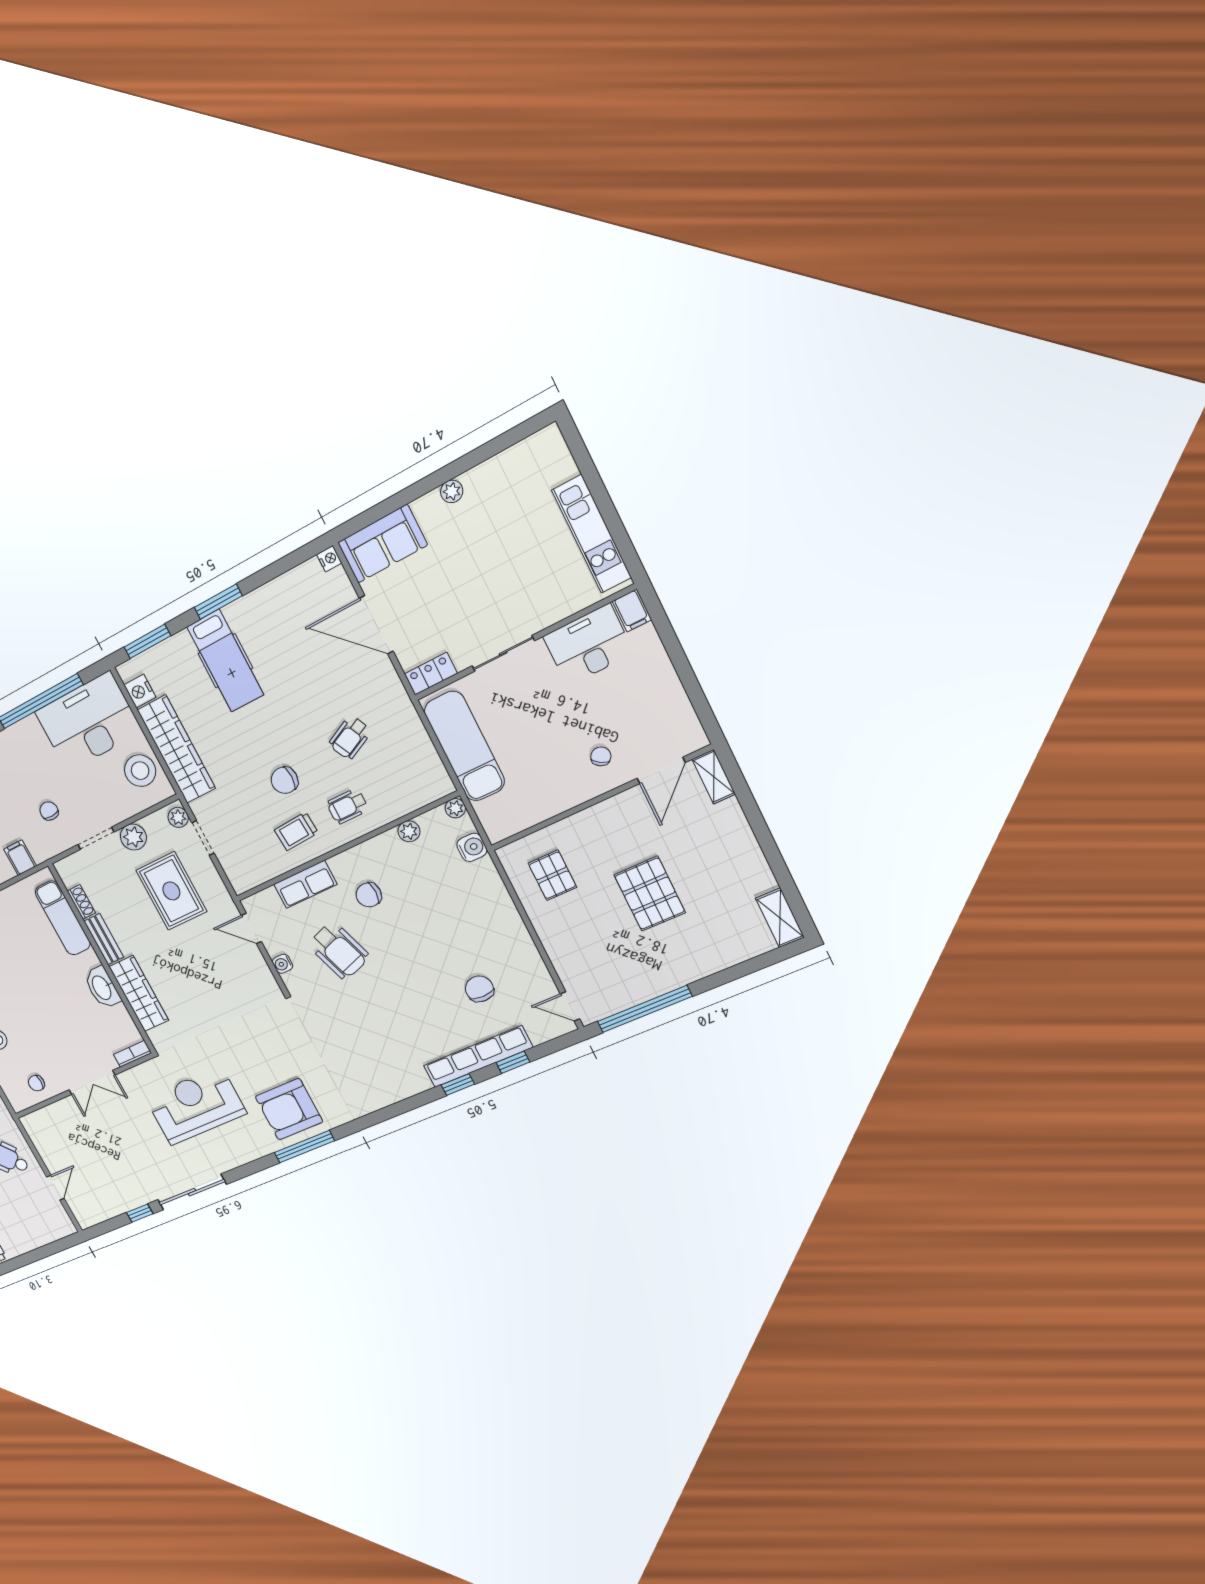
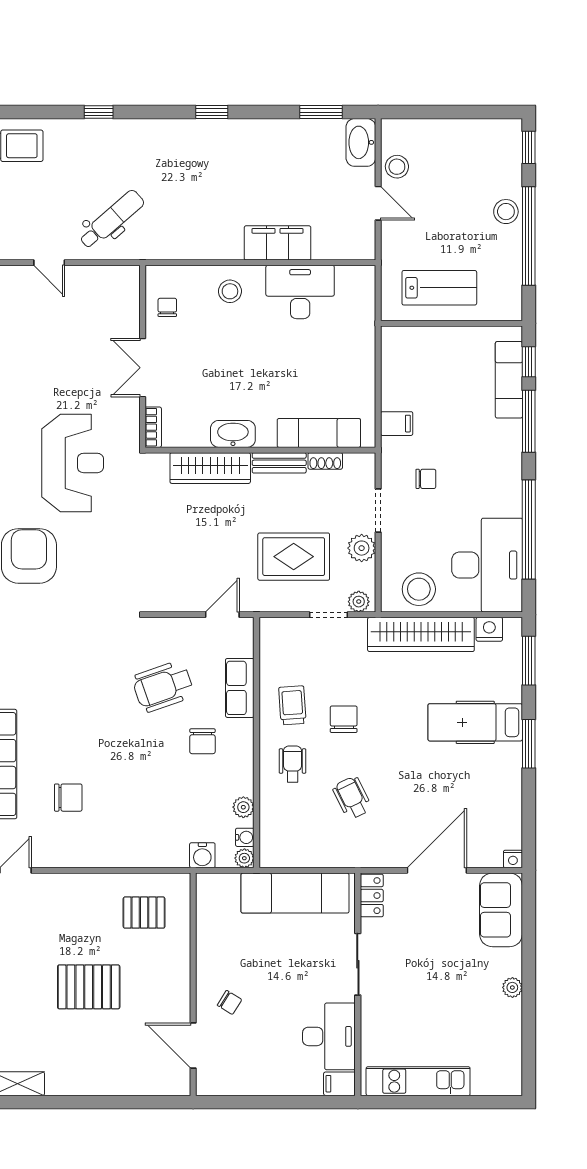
shelving: (714, 777) -> (167, 1085), removed
chair: (369, 895) -> (202, 741), turned 180
water cooler: (283, 964) -> (245, 837), moved, turned 90

